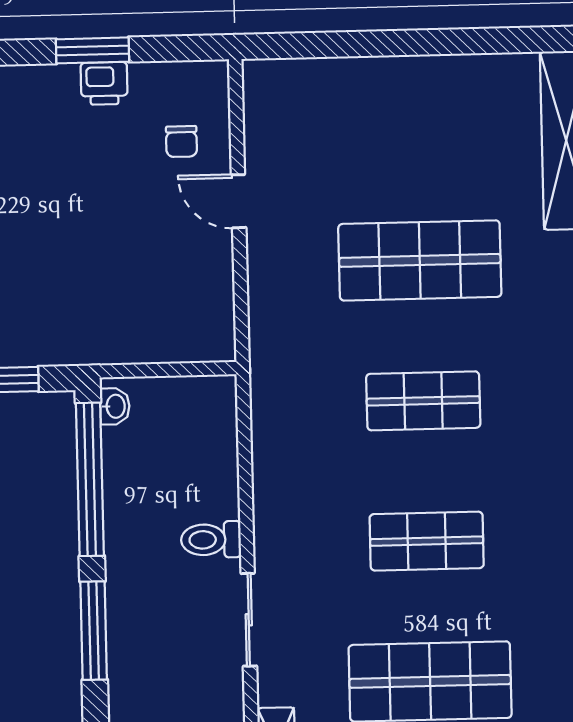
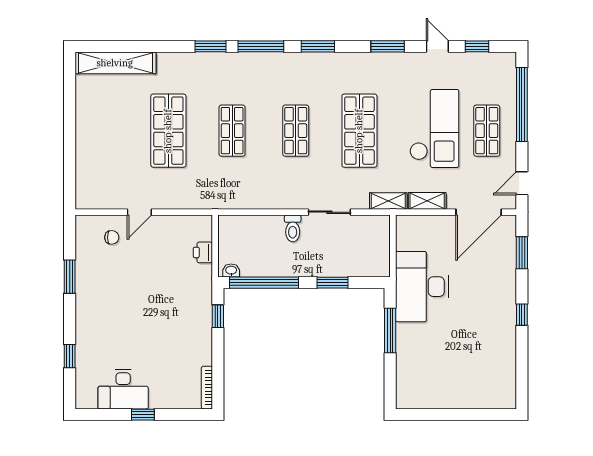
printer: (104, 83) -> (203, 252), moved, turned 180
window: (94, 631) -> (333, 283), width x0.69

